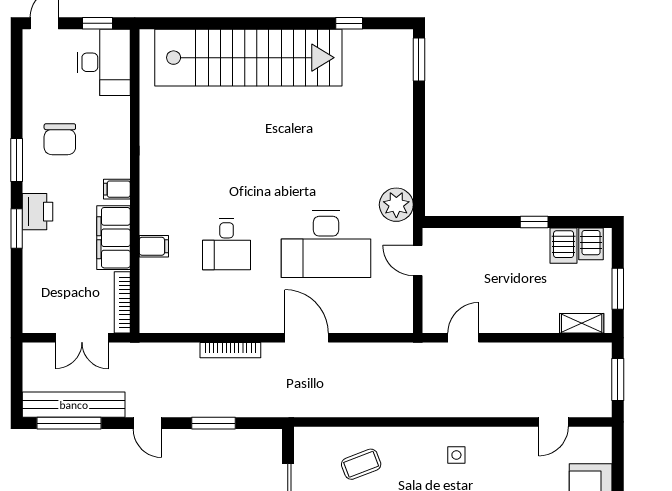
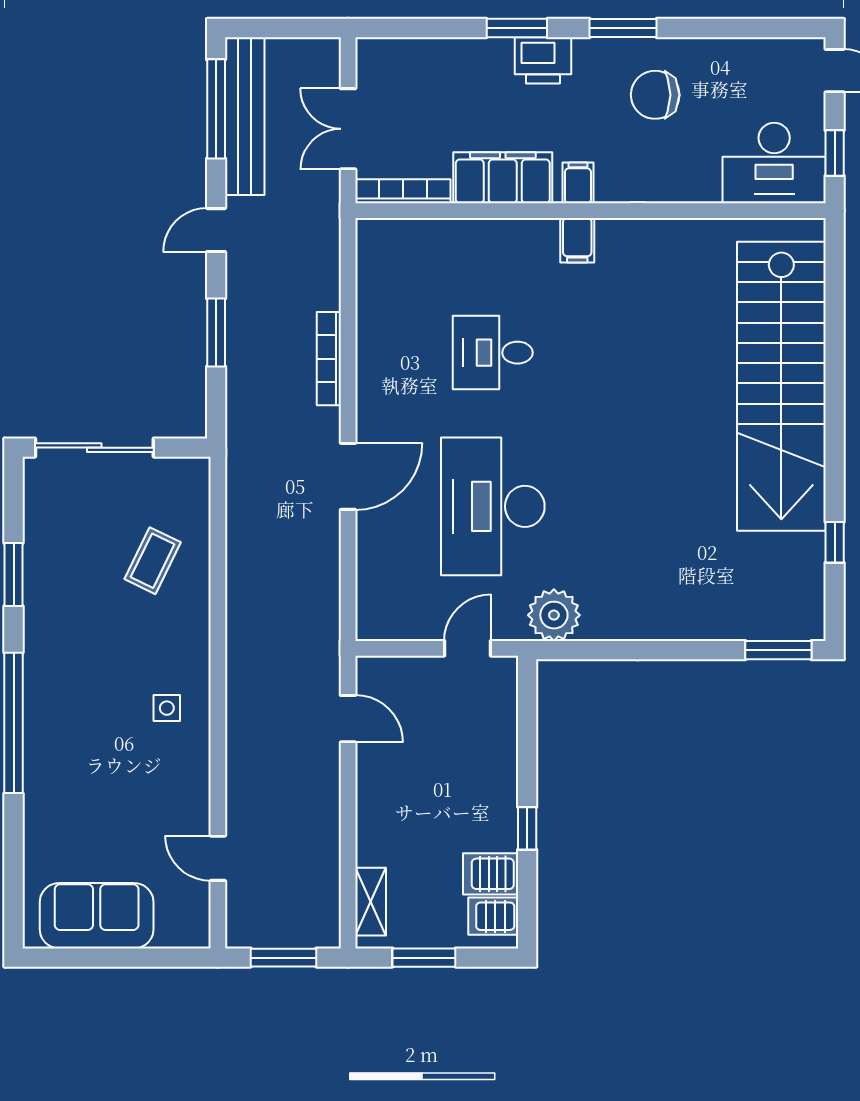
filing cabinet: (154, 246) -> (577, 240), moved
coffee table: (361, 464) -> (153, 561), turned 47

